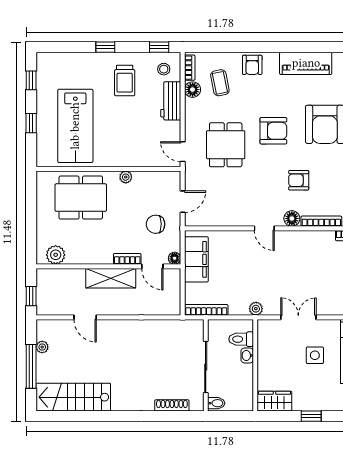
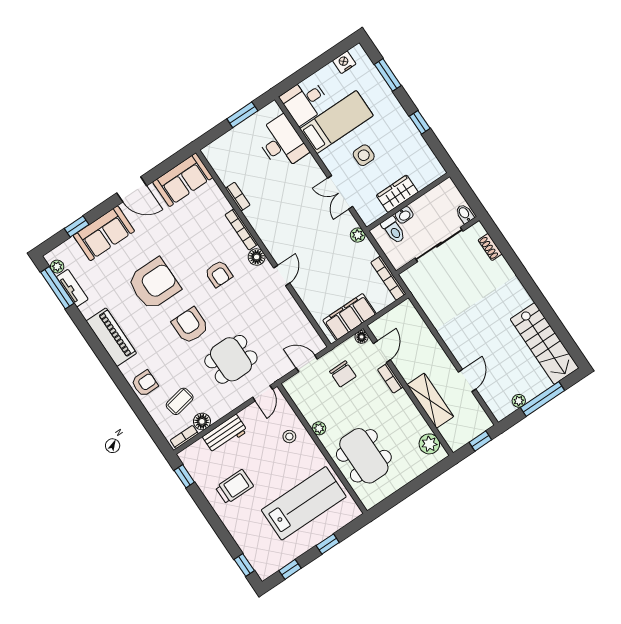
window: (105, 47) -> (244, 565), moved
stool: (164, 69) -> (289, 437), moved
shelving: (111, 278) -> (430, 401), moved
wardrobe: (274, 401) -> (397, 194), moved, turned 90
shoe rack: (172, 405) -> (490, 247), width x0.70

